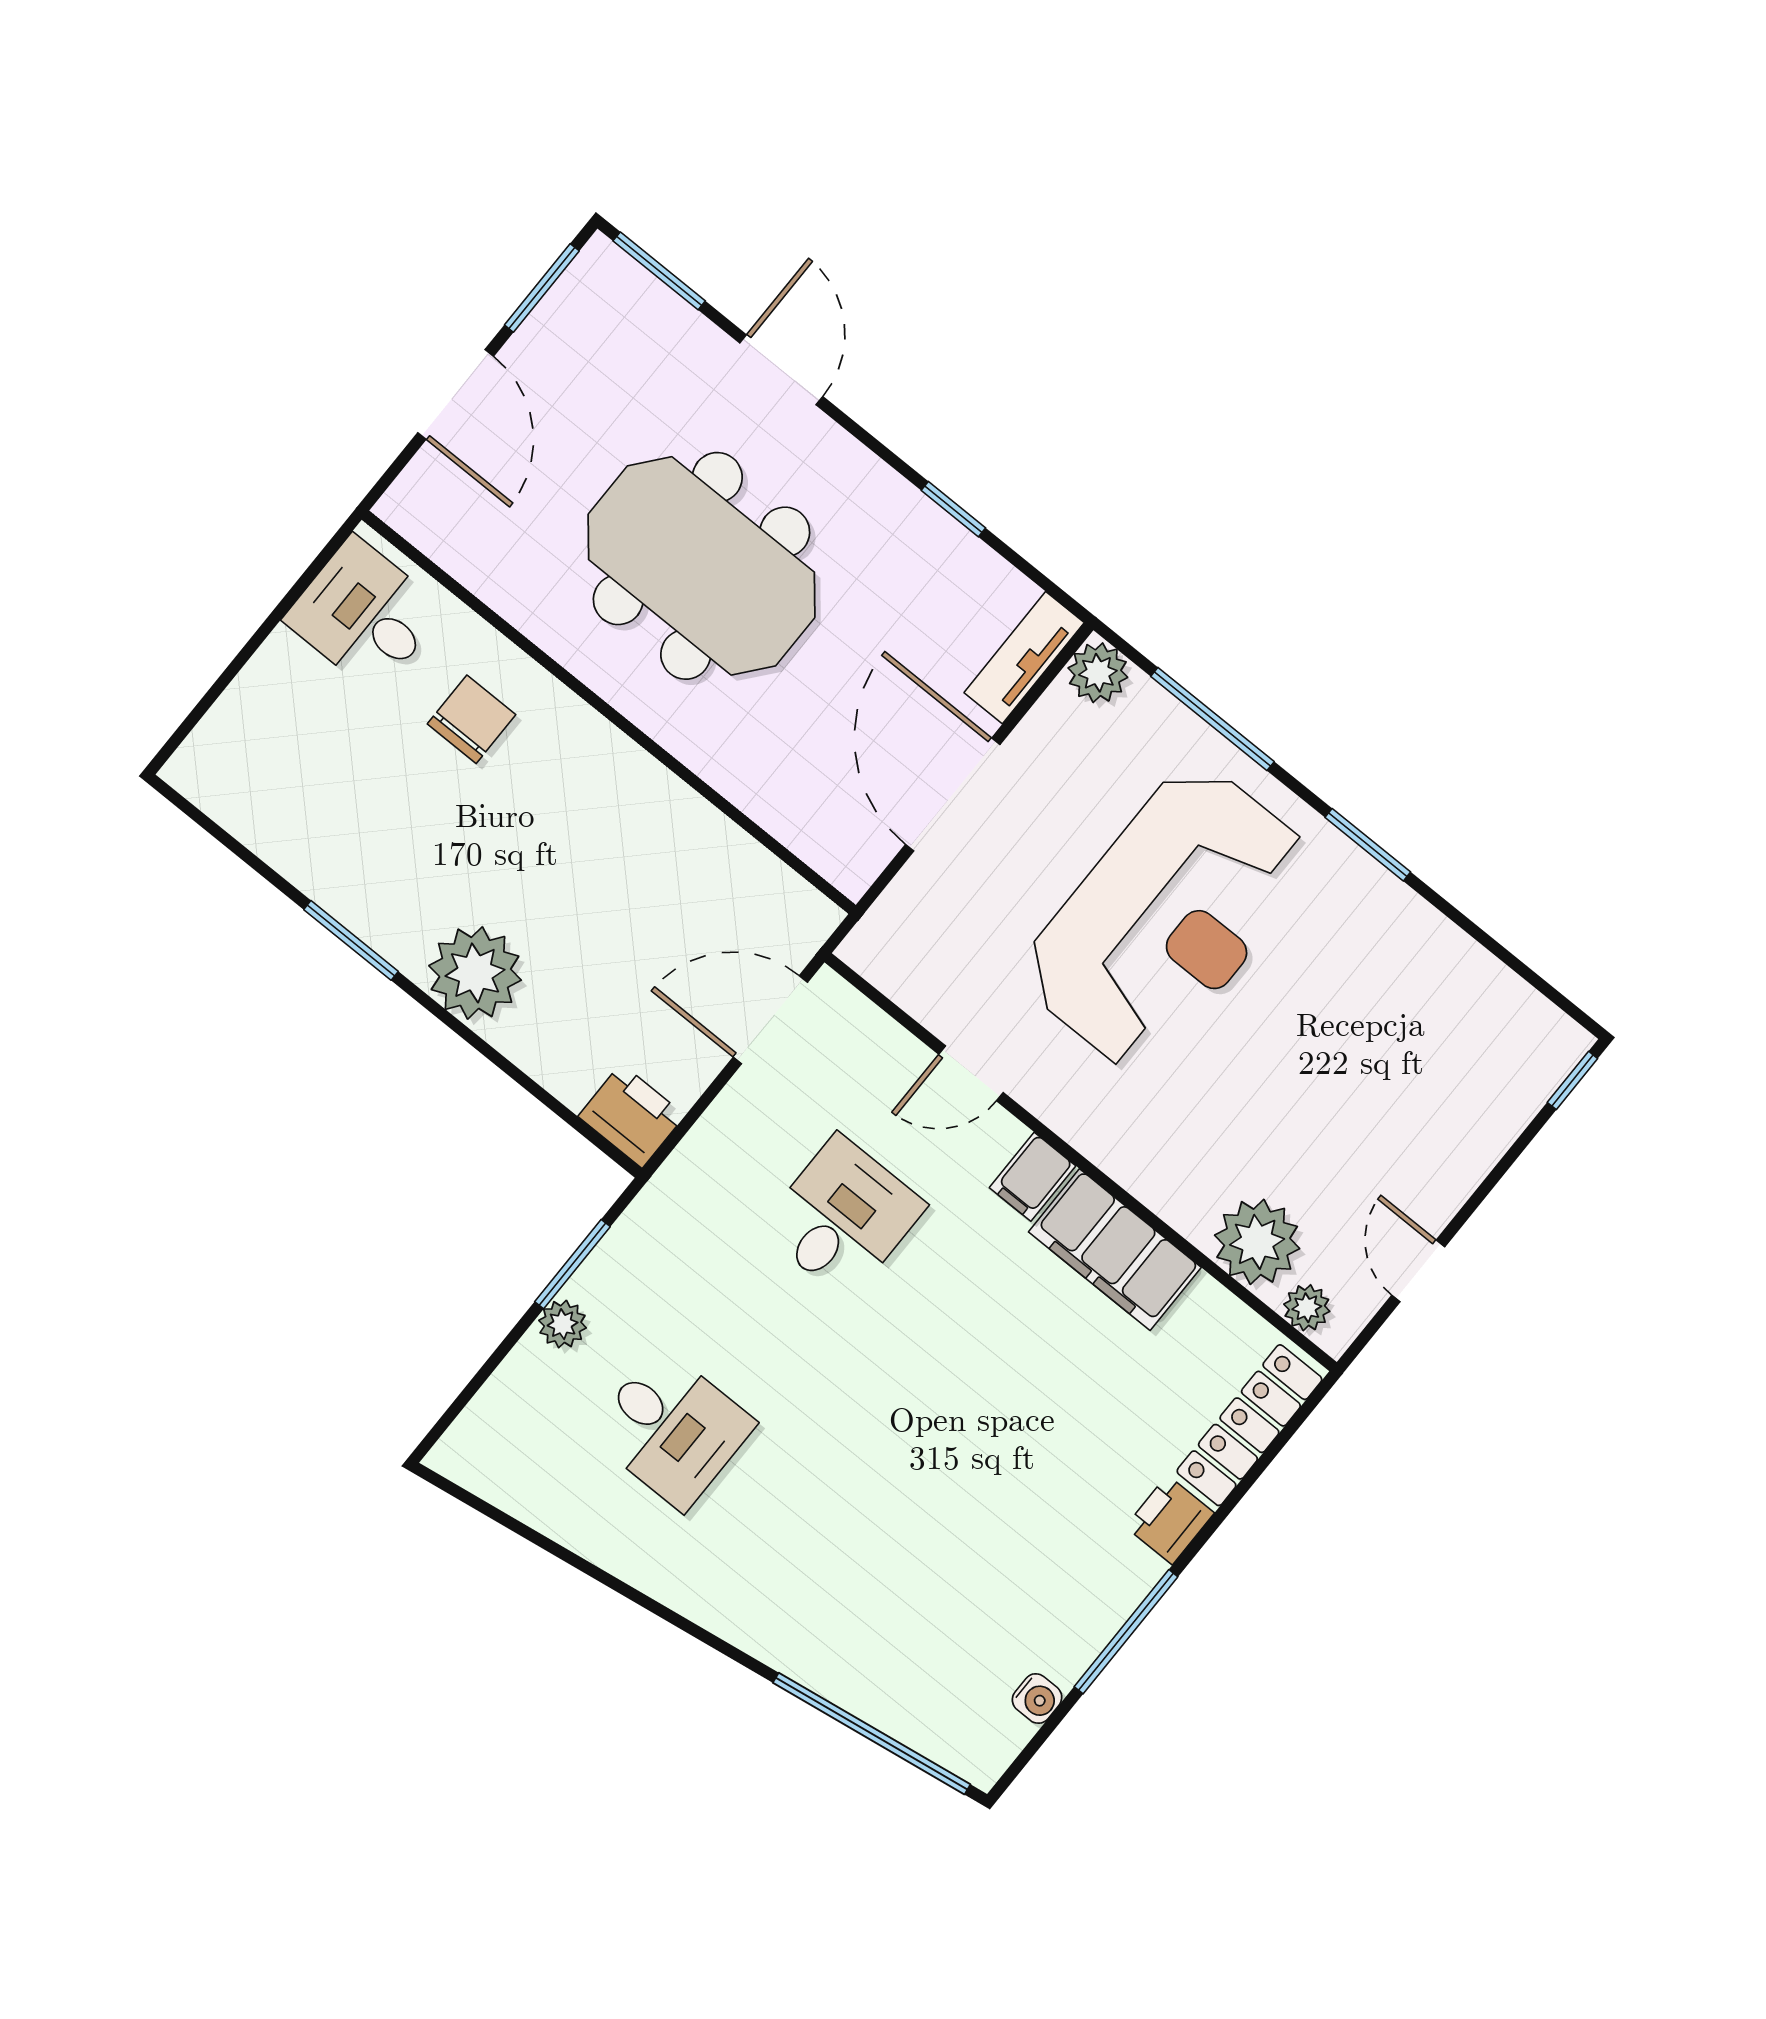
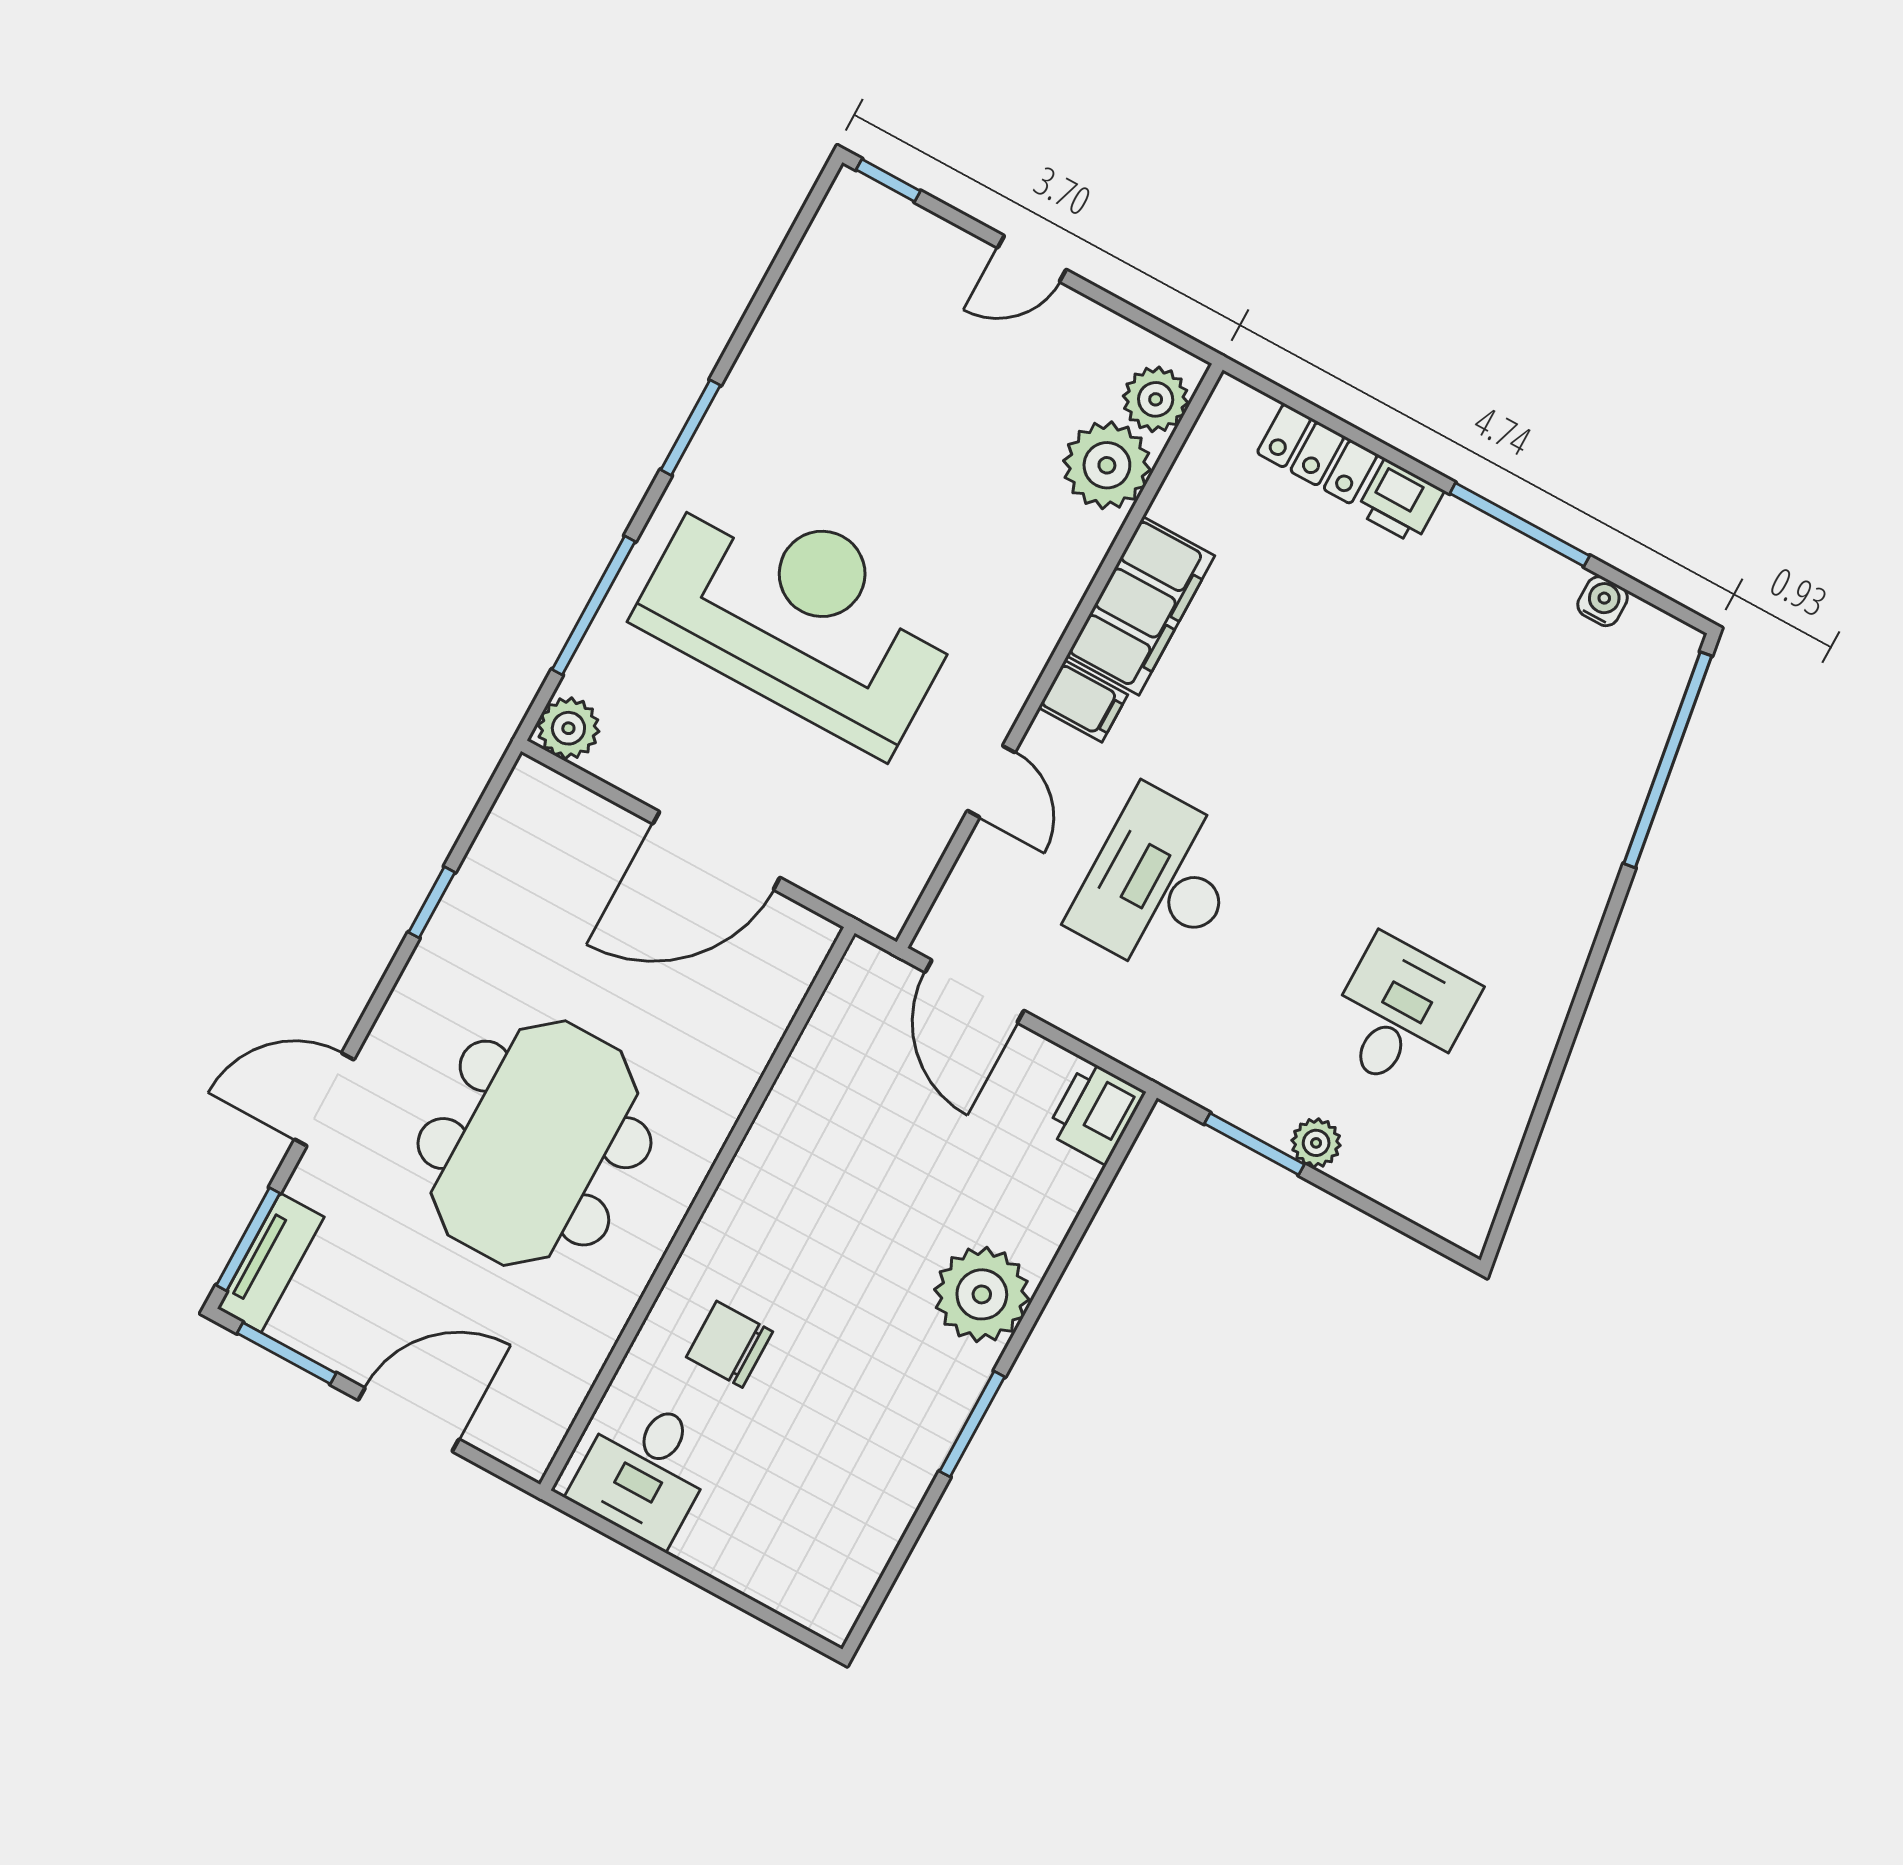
tv unit: (1024, 658) -> (271, 1263), moved, turned -90
desk: (843, 1217) -> (1158, 883), width x1.37
door: (1418, 1271) -> (1032, 259), moved
plant: (1307, 1308) -> (1156, 399), width x1.38, depth x1.38
locker: (1249, 1425) -> (1317, 454), width x0.66

